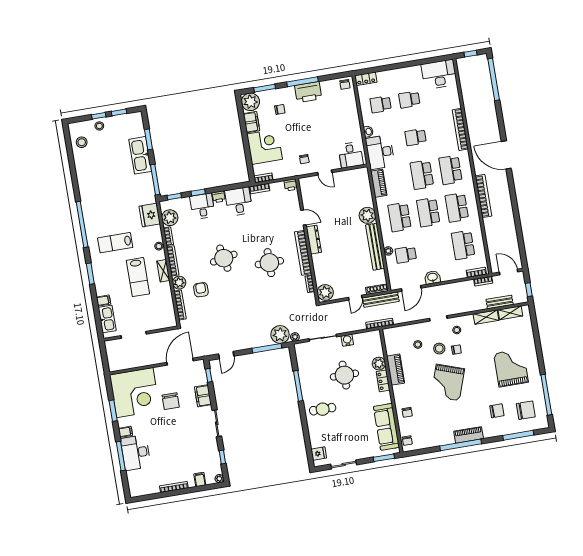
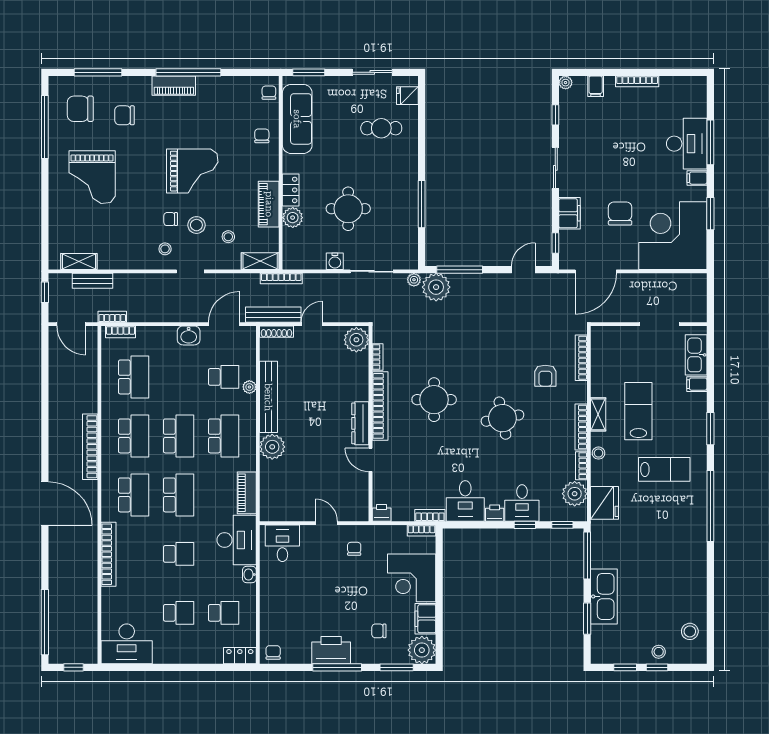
plant: (179, 283) -> (577, 392), removed
shelving: (486, 317) -> (260, 261), moved
grand piano: (448, 382) -> (192, 171), turned 71
cafe table: (323, 409) -> (381, 128), moved

